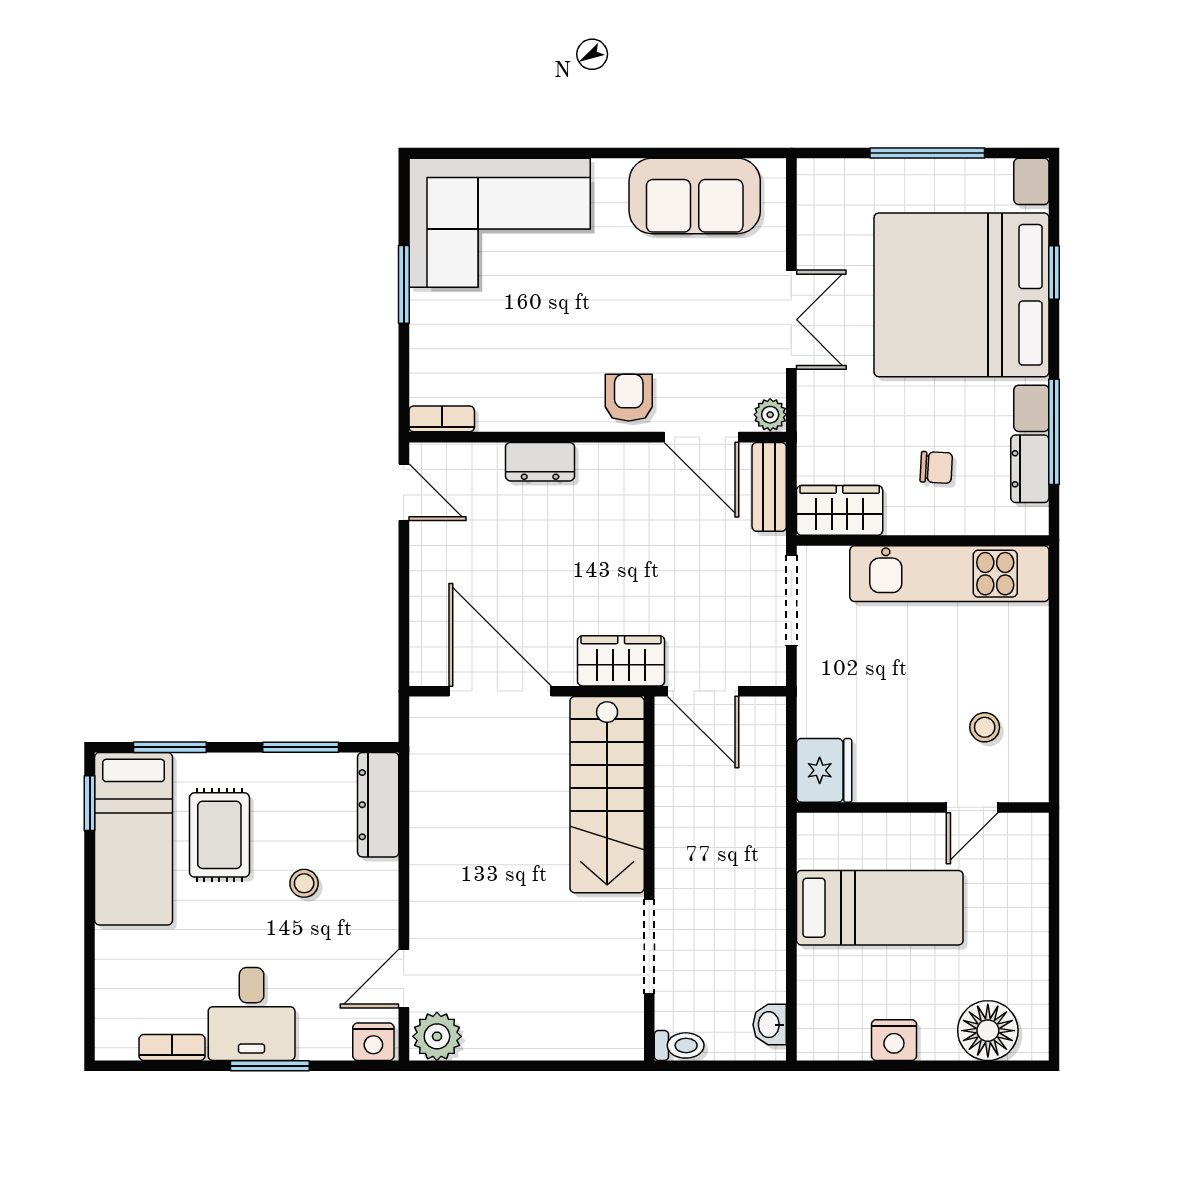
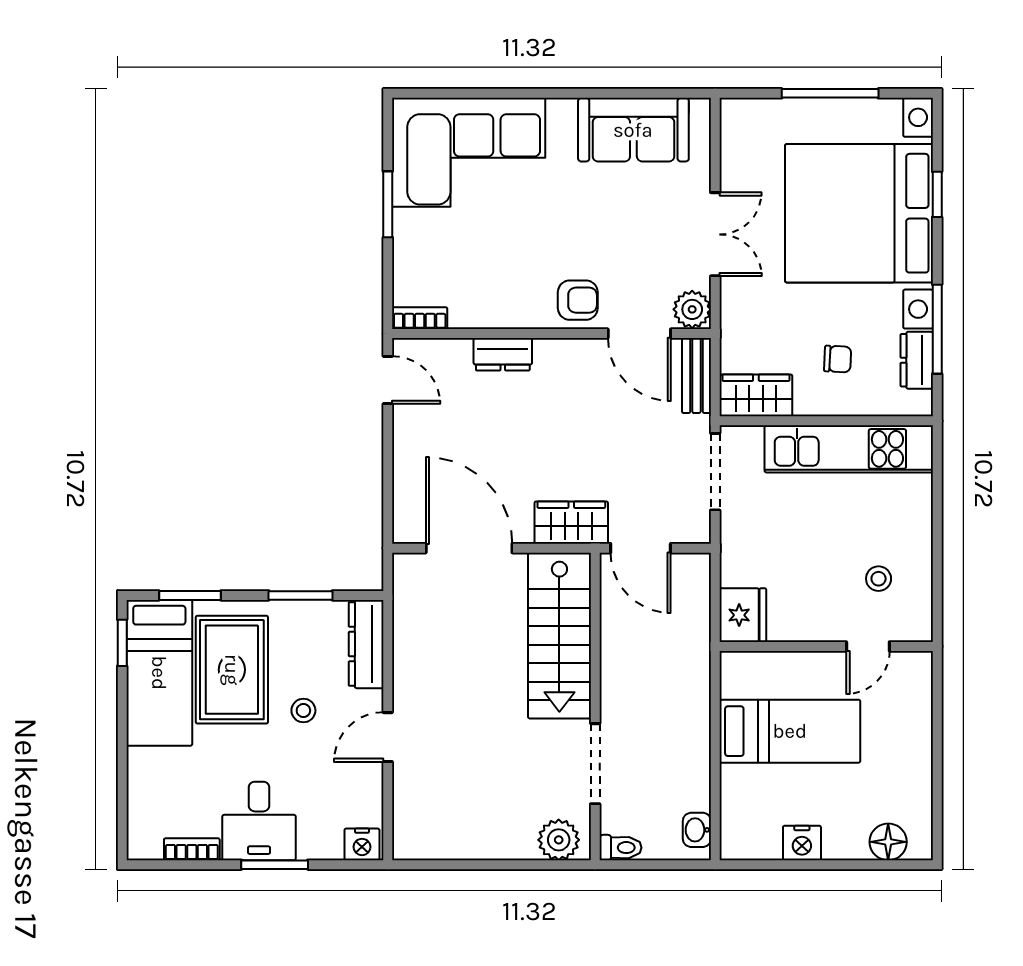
armchair: (629, 398) -> (578, 300), turned 90
plant: (770, 415) -> (692, 309), width x1.38, depth x1.38
rug: (219, 835) -> (232, 670), width x1.36, depth x1.43
door: (404, 979) -> (388, 737), moved
floor lamp: (988, 1031) -> (888, 842), width x0.73, depth x0.73
plant: (437, 1036) -> (559, 840), moved

